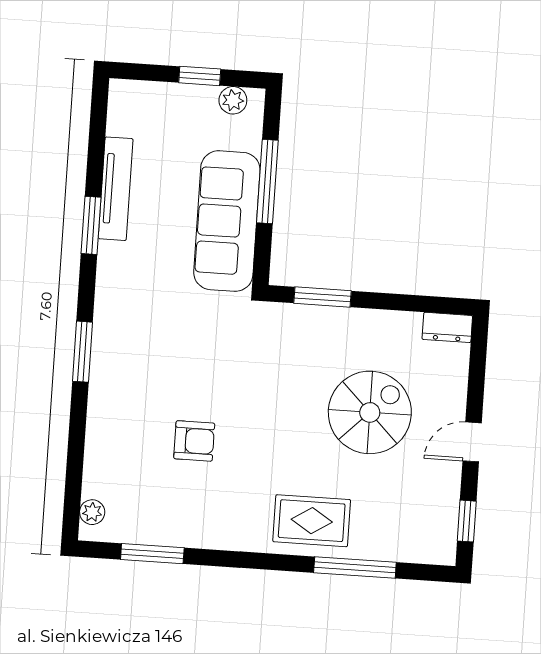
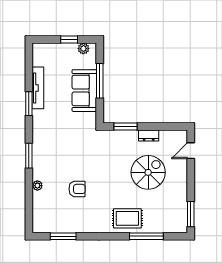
sofa: (227, 221) -> (84, 91), width x0.73
dresser: (447, 327) -> (149, 135), moved
door: (472, 442) -> (191, 151), moved
plant: (92, 512) -> (37, 186), moved
window: (467, 521) -> (191, 214), width x1.50

